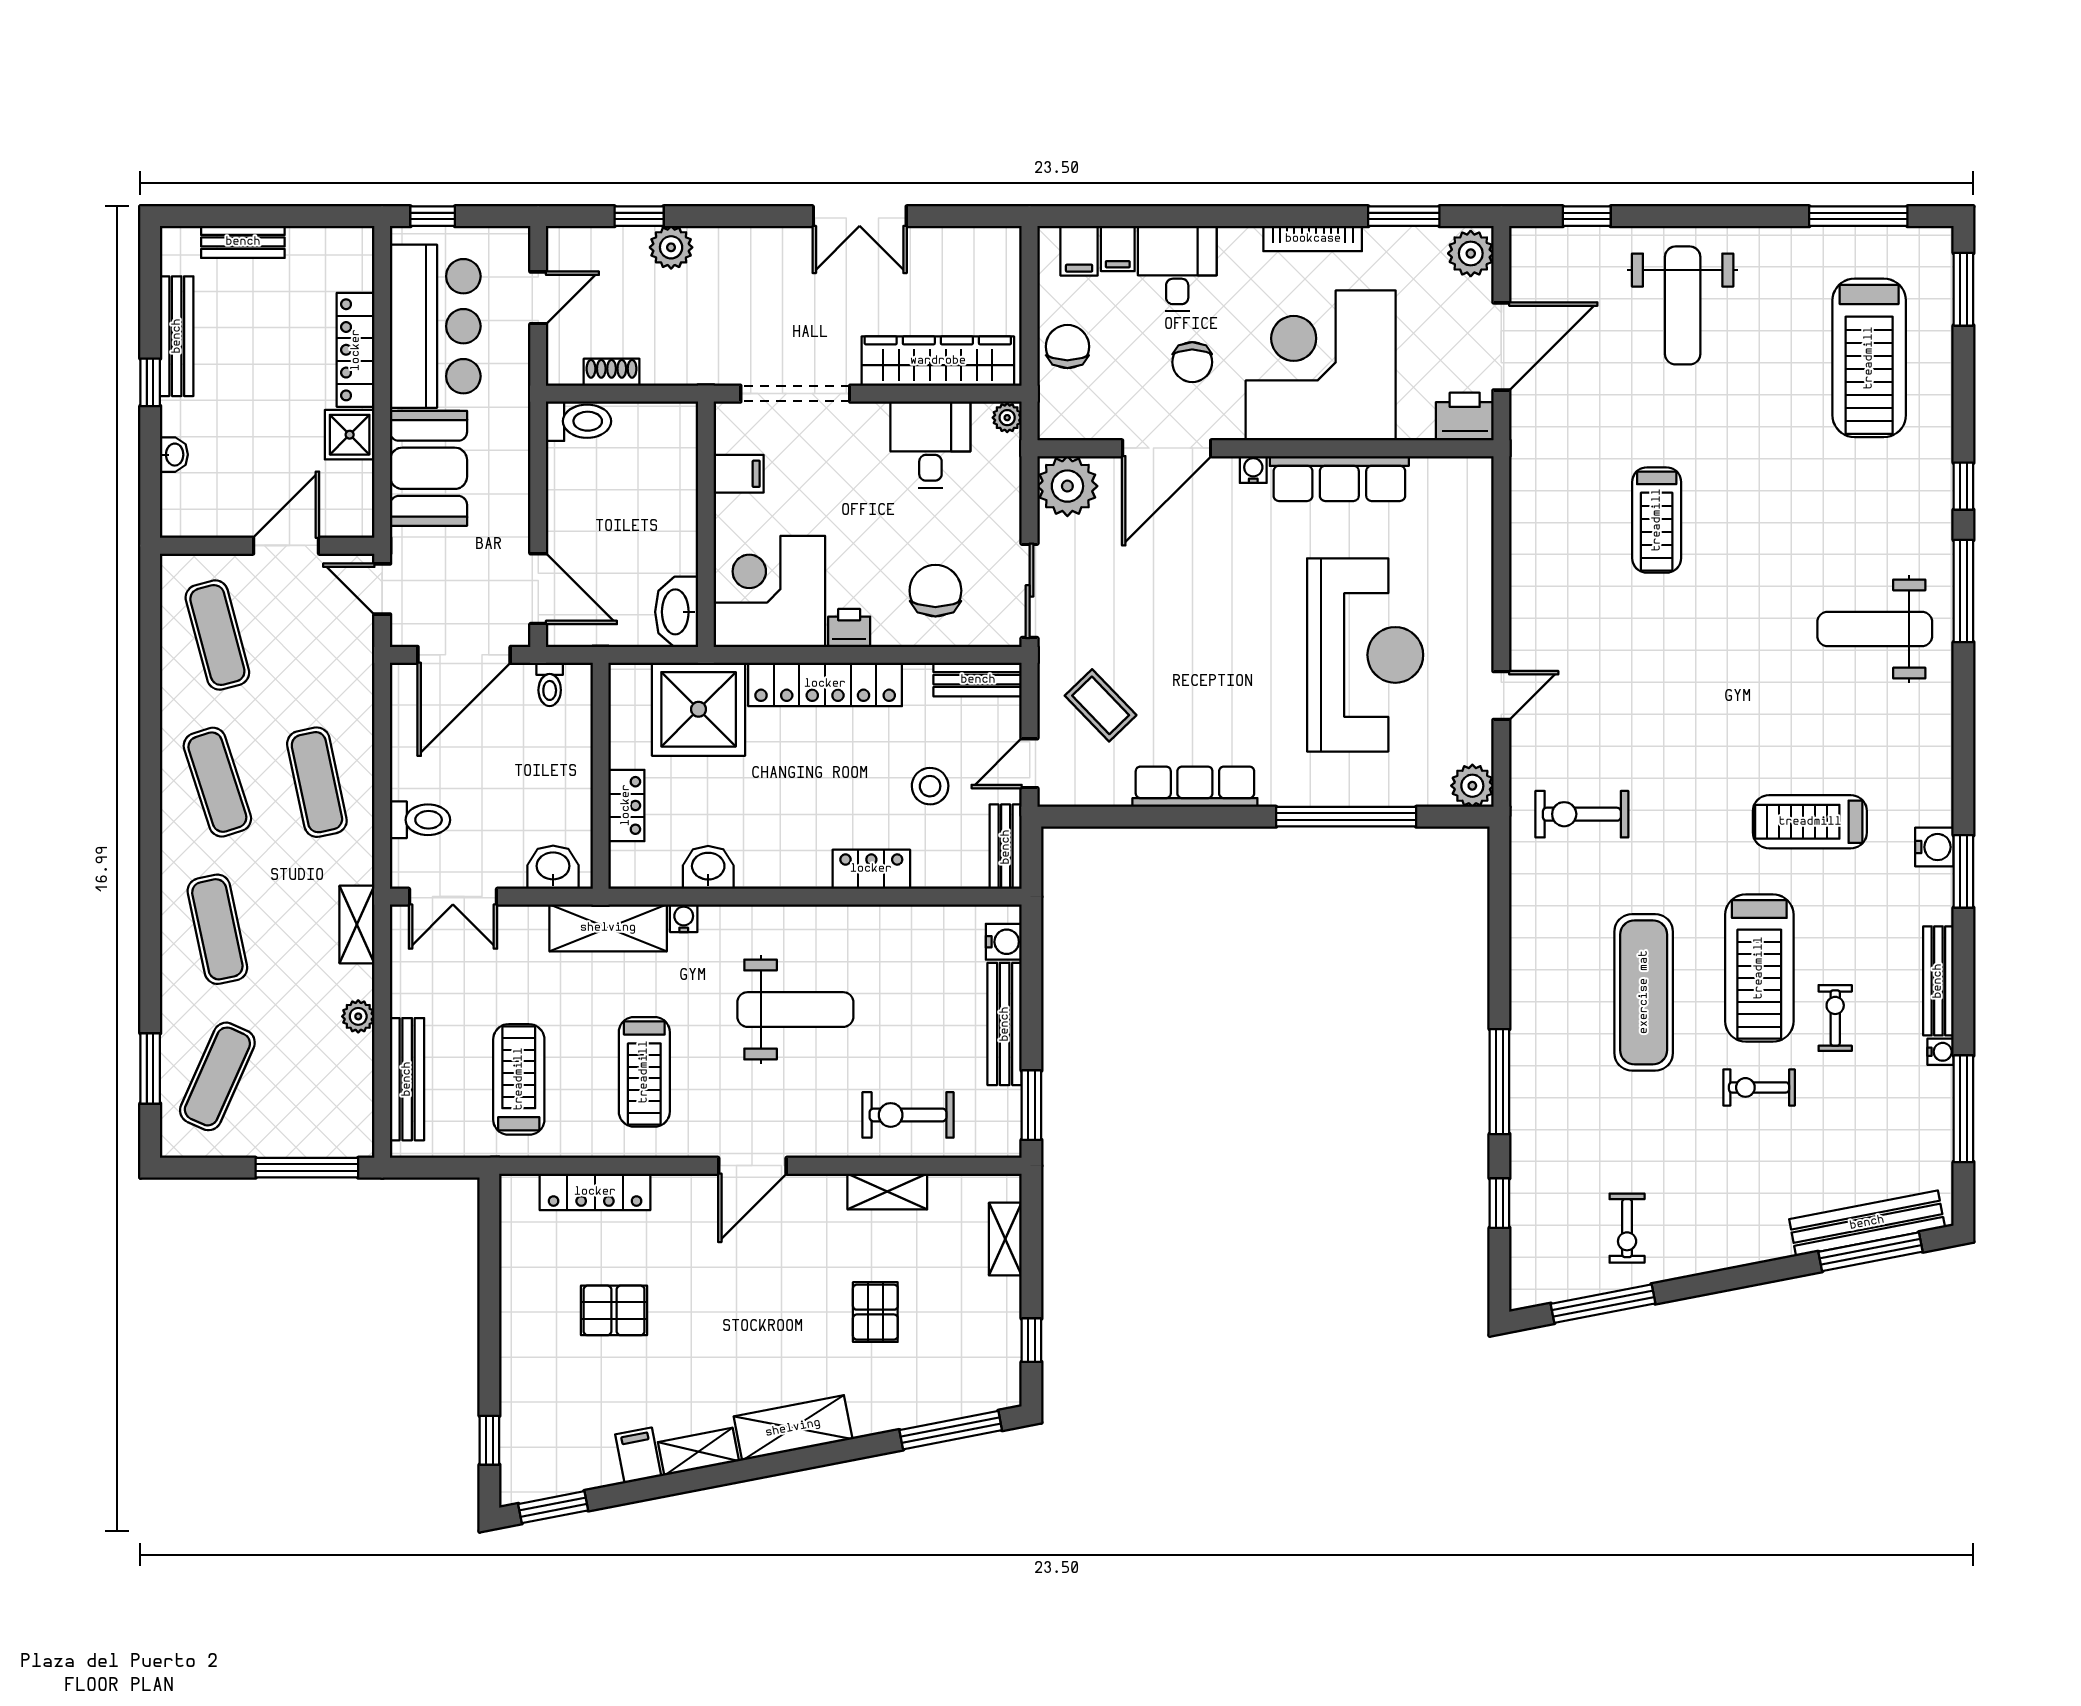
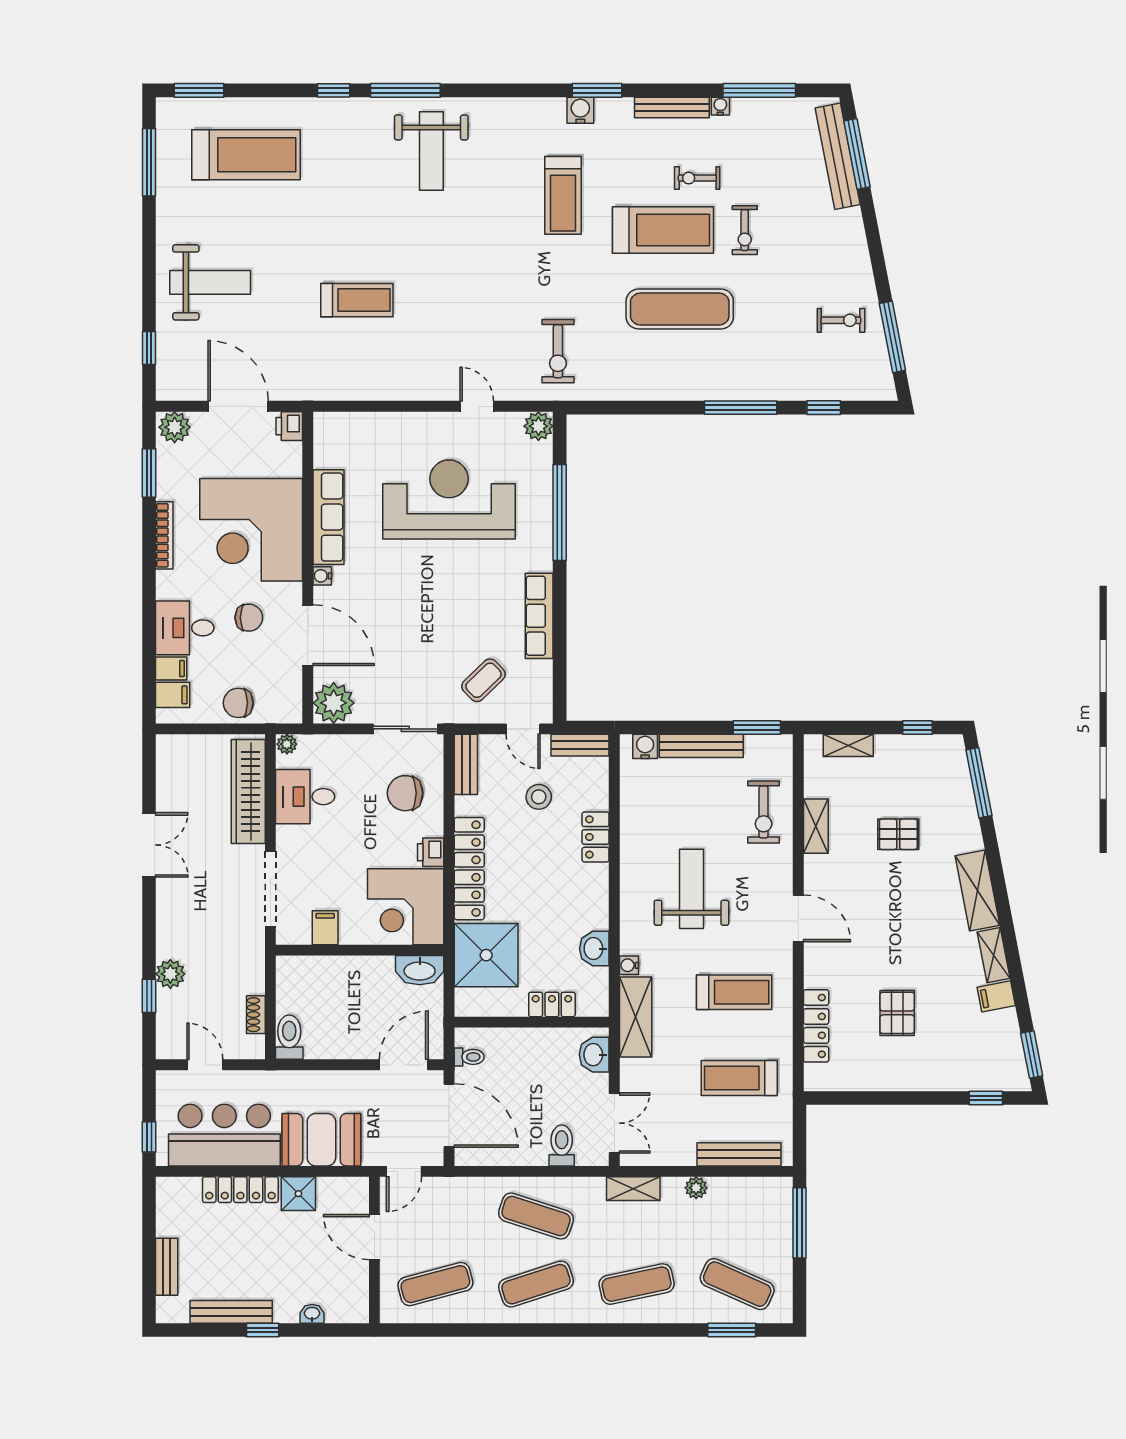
printer: (1465, 417) -> (289, 426), width x0.73, depth x0.81
exercise mat: (317, 782) -> (536, 1216), turned 30

